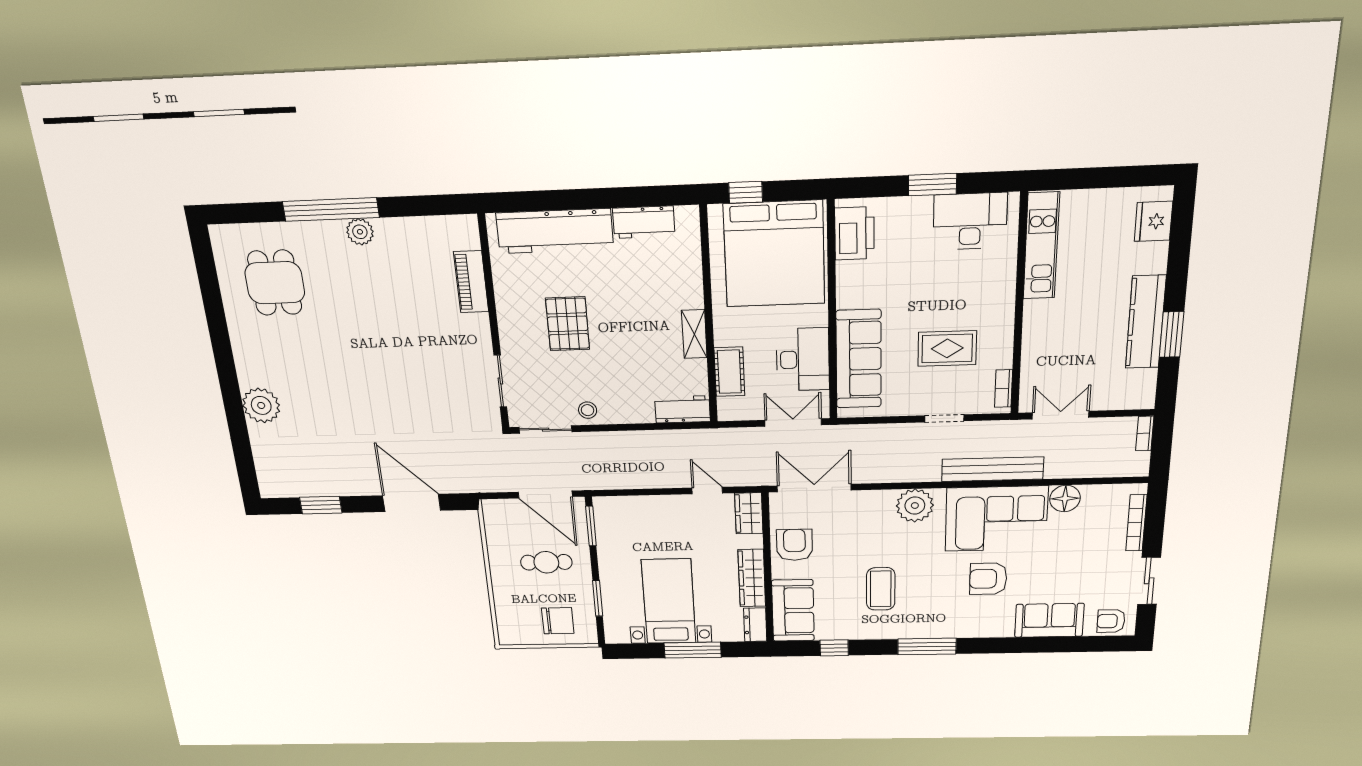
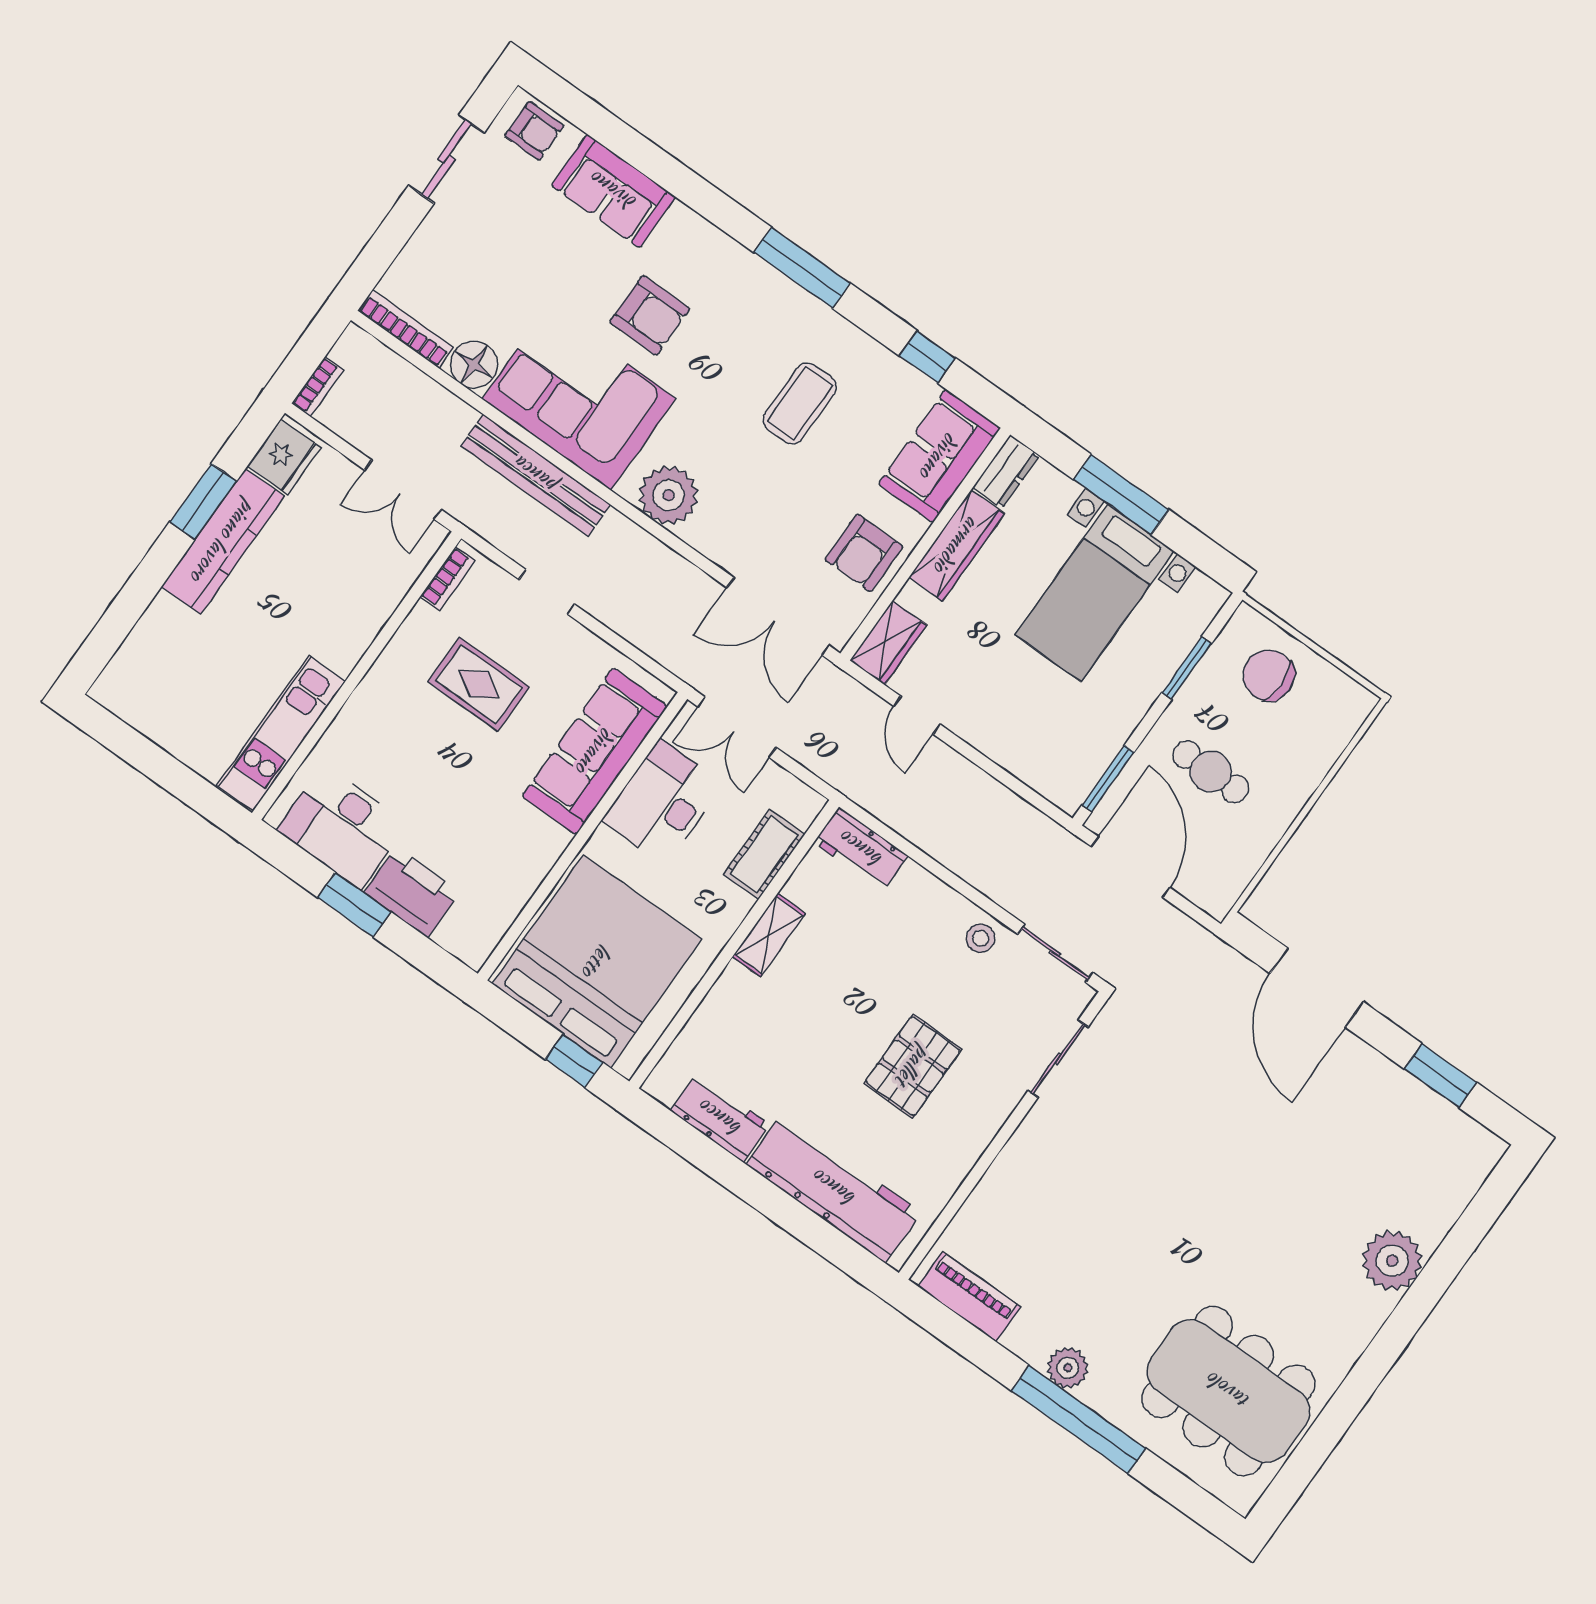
fridge: (1153, 221) -> (284, 457), moved
printer: (854, 233) -> (412, 892), moved, turned 90
piano: (471, 282) -> (969, 1297), moved, turned -90
dining table: (275, 283) -> (1228, 1391), width x1.87, depth x1.24
bookcase: (1136, 523) -> (405, 329), moved, turned -90

